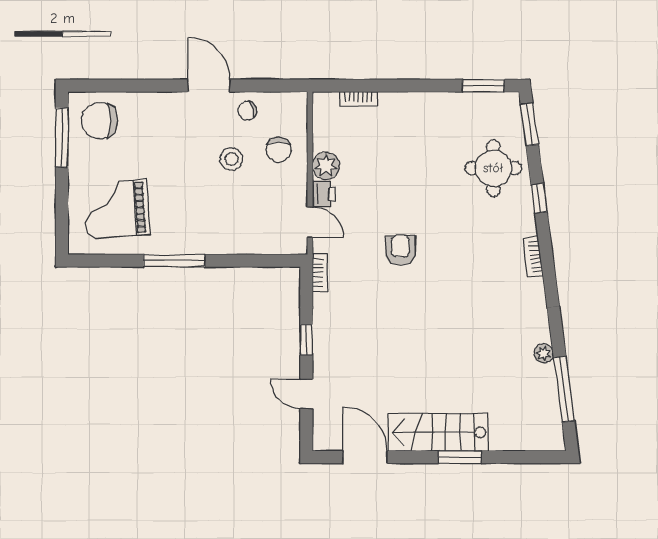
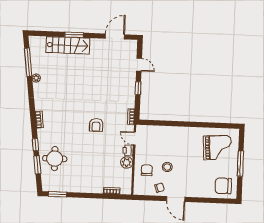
chair: (100, 121) -> (223, 186), turned 180
window: (529, 124) -> (37, 165), moved
window: (62, 137) -> (240, 164), moved
window: (174, 261) -> (194, 124), removed
stairs: (438, 432) -> (68, 45), moved
door: (365, 457) -> (115, 36), swing flipped

